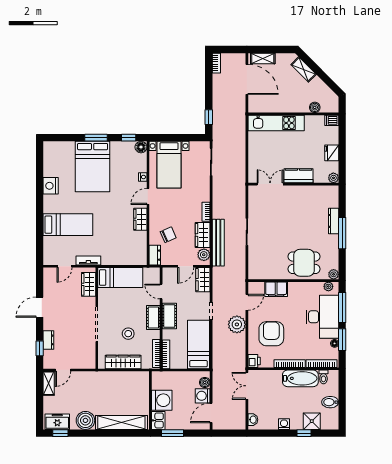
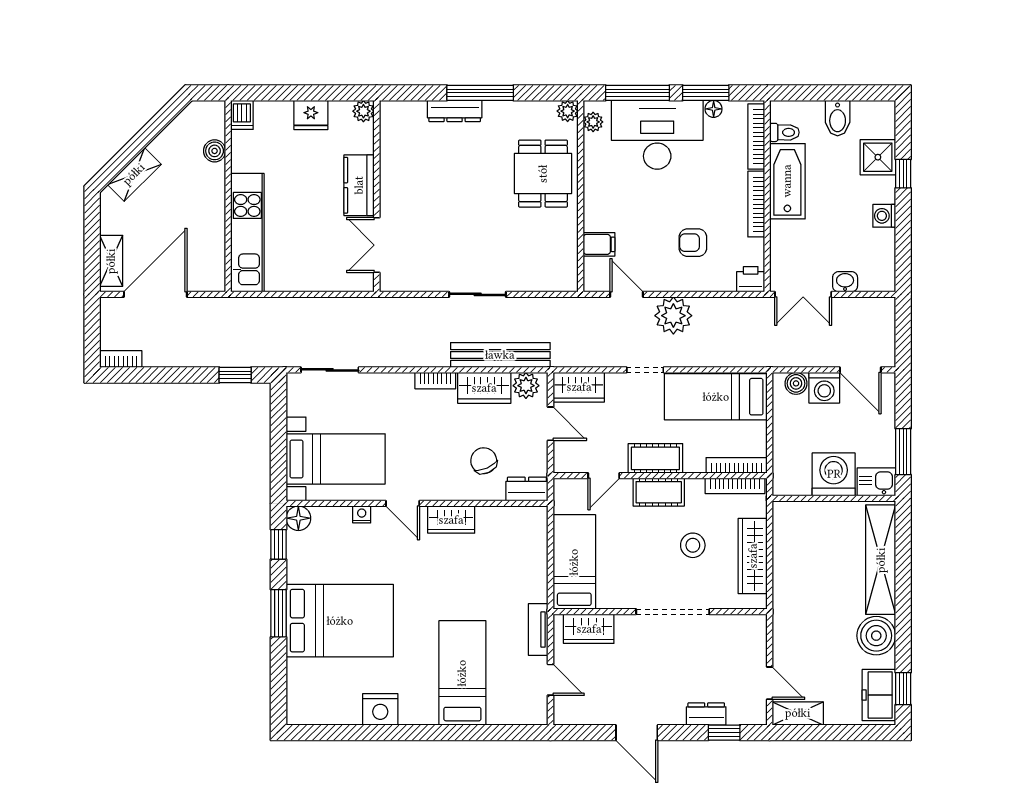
filing cabinet: (276, 289) -> (599, 244), width x0.50
armchair: (271, 334) -> (693, 243), width x0.53, depth x0.53
washbasin: (253, 420) -> (845, 282), moved

